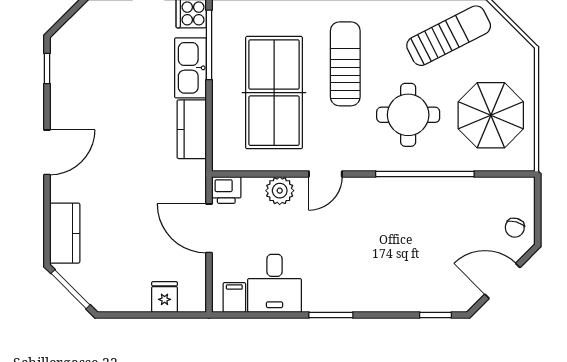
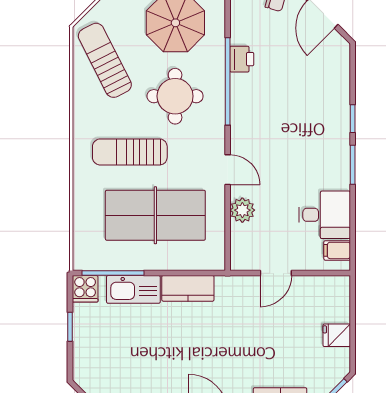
printer: (226, 190) -> (242, 59), moved
door: (209, 228) -> (276, 273), width x0.73
fridge: (165, 297) -> (337, 335), moved
window: (435, 315) -> (353, 119), moved

